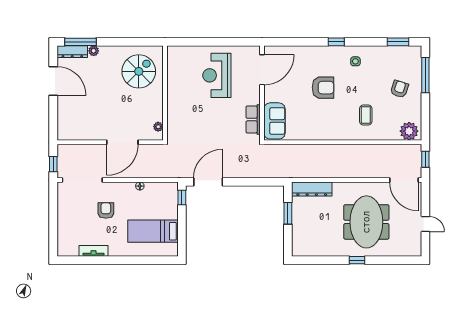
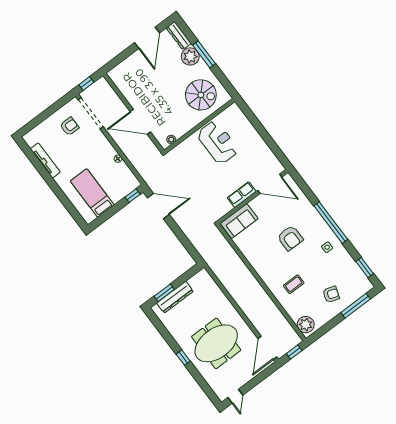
window: (80, 42) -> (204, 54), moved
window: (336, 42) -> (331, 223), width x3.17
plant: (94, 51) -> (190, 56), width x1.87, depth x1.87
reception desk: (217, 75) -> (218, 142), moved, turned 90
row of seats: (253, 120) -> (242, 195), moved
dresser: (312, 189) -> (175, 297), moved, turned -90
armchair: (106, 211) -> (70, 126), moved
window: (288, 213) -> (164, 293), moved
door: (425, 224) -> (235, 396), moved
tv unit: (93, 251) -> (45, 160), width x1.41

